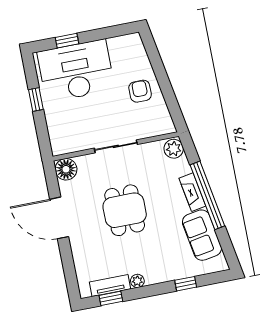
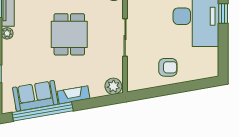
window: (207, 195) -> (43, 112), moved
dining table: (125, 210) -> (69, 34), turned 90

